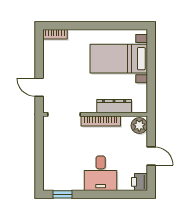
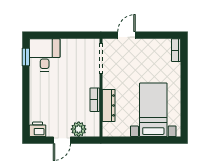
bookcase: (101, 121) -> (95, 100), width x0.64
plant: (139, 126) -> (79, 129), moved
desk: (101, 173) -> (45, 55), moved, turned 90

